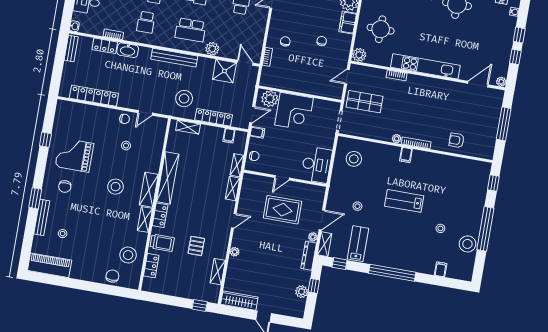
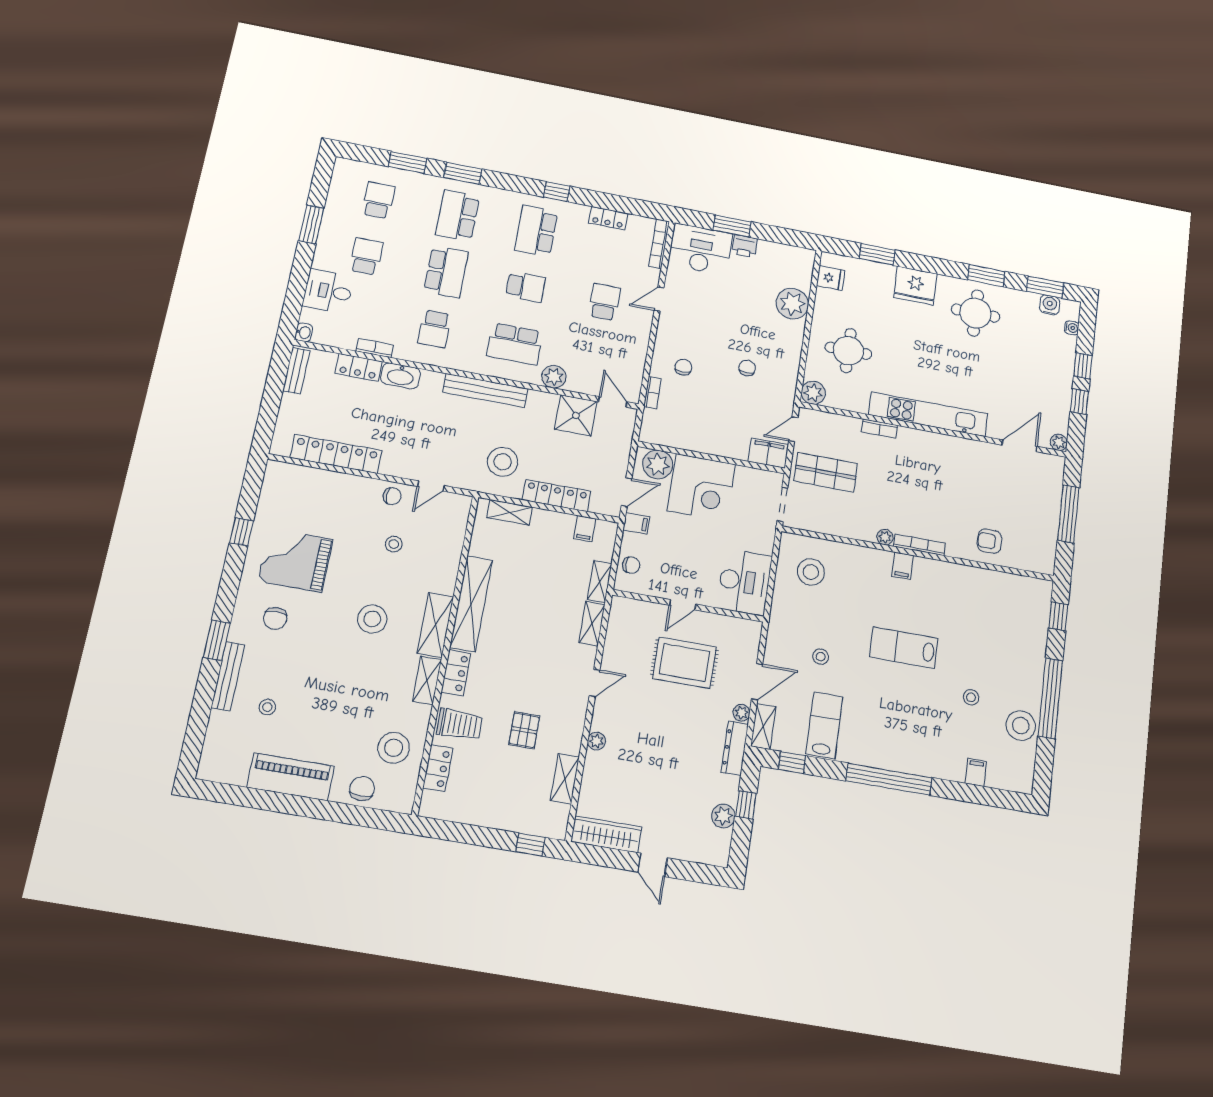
filing cabinet: (348, 23) -> (768, 453), moved, turned 90
piano: (50, 265) -> (291, 777), moved

